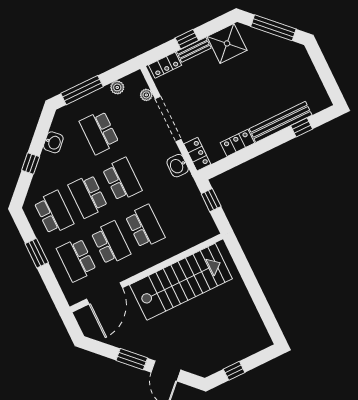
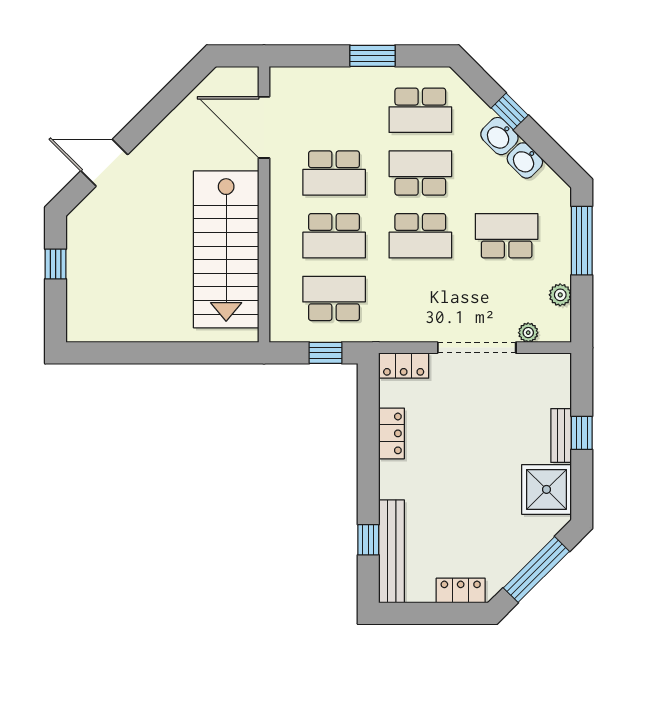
locker: (165, 65) -> (461, 591), moved, turned 90
bench: (281, 122) -> (391, 551), moved
washbasin: (178, 166) -> (499, 136), moved, turned -135
school desk: (77, 260) -> (334, 298), moved
window: (132, 359) -> (147, 121), removed

